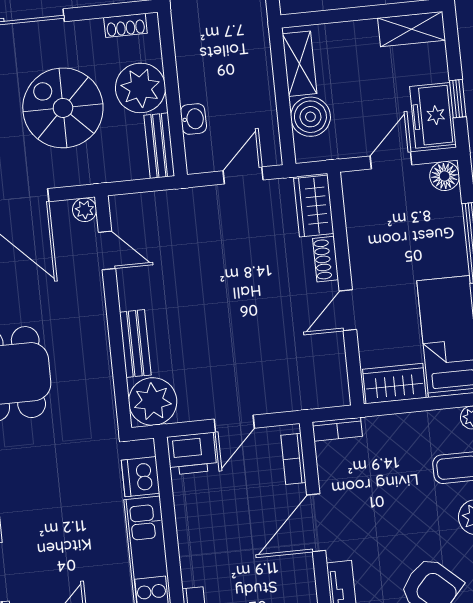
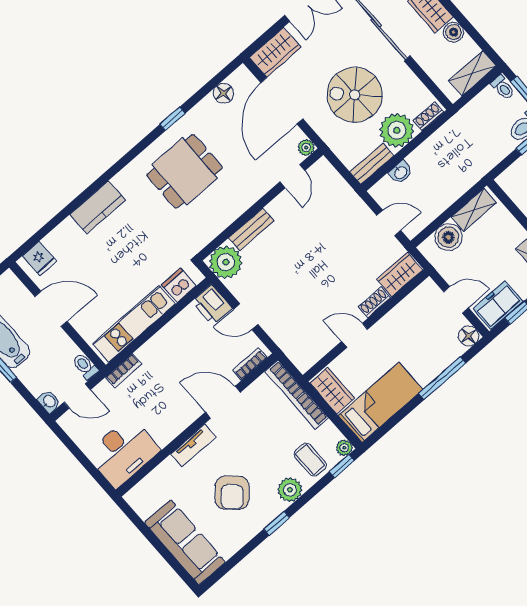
shoe rack: (125, 25) -> (429, 116), moved, turned 90
spiral stairs: (63, 108) -> (355, 95), turned -90
bookcase: (337, 429) -> (297, 395), width x2.31, depth x1.31

